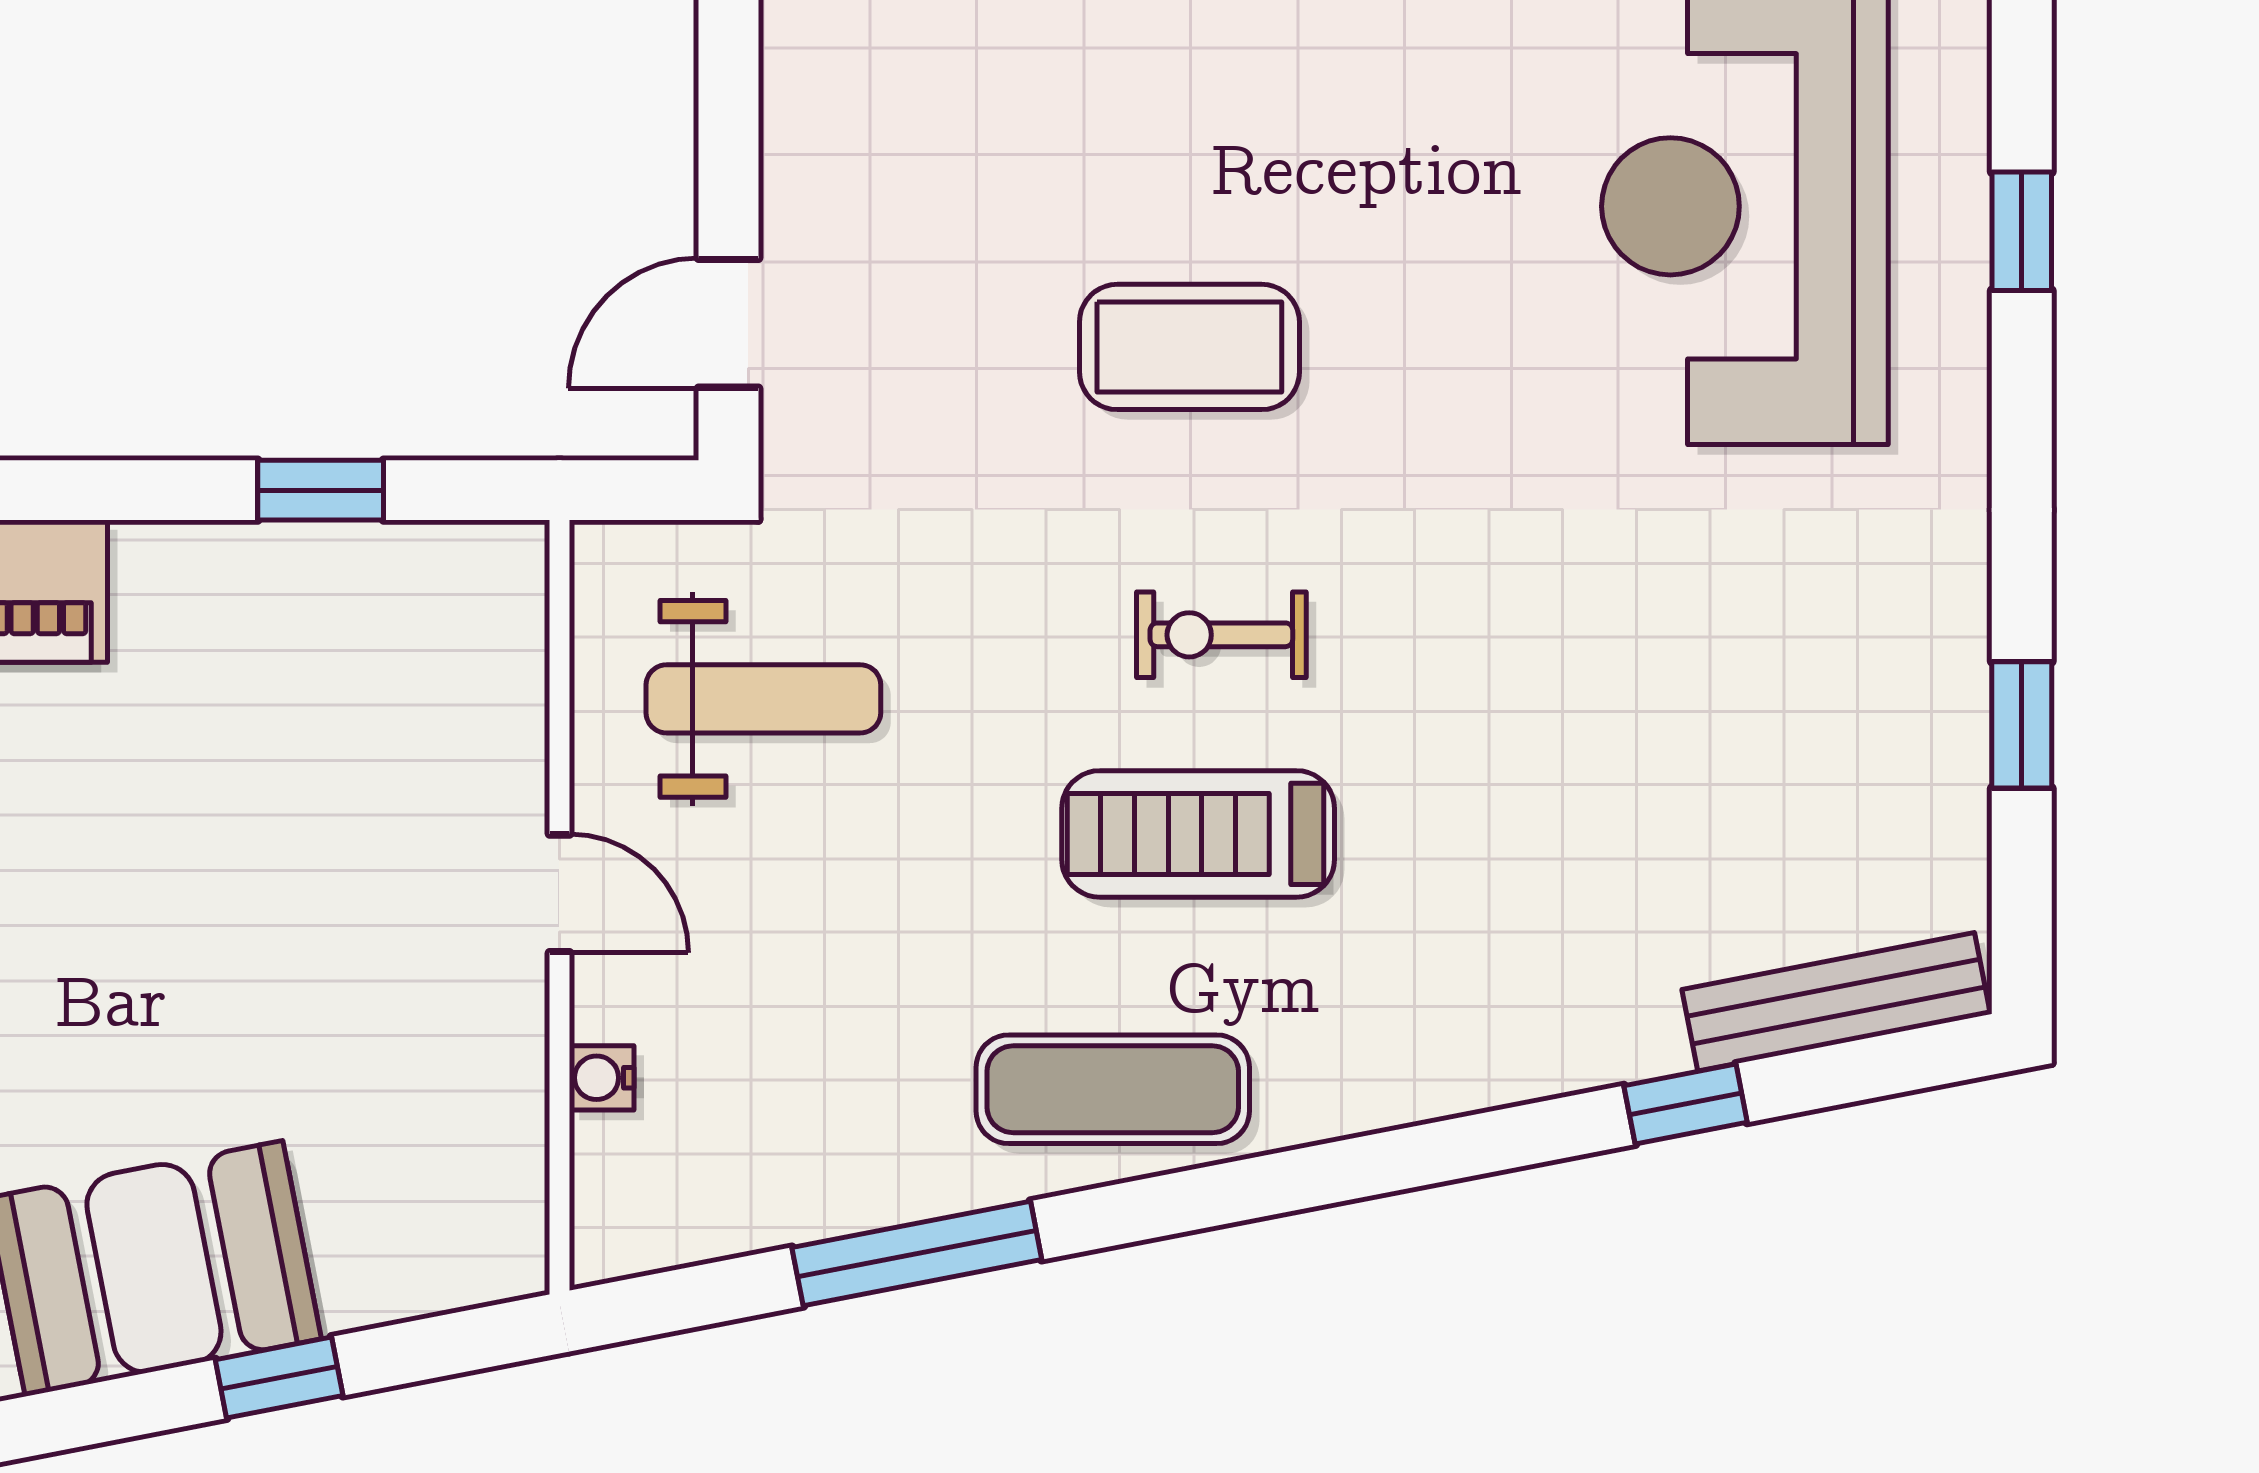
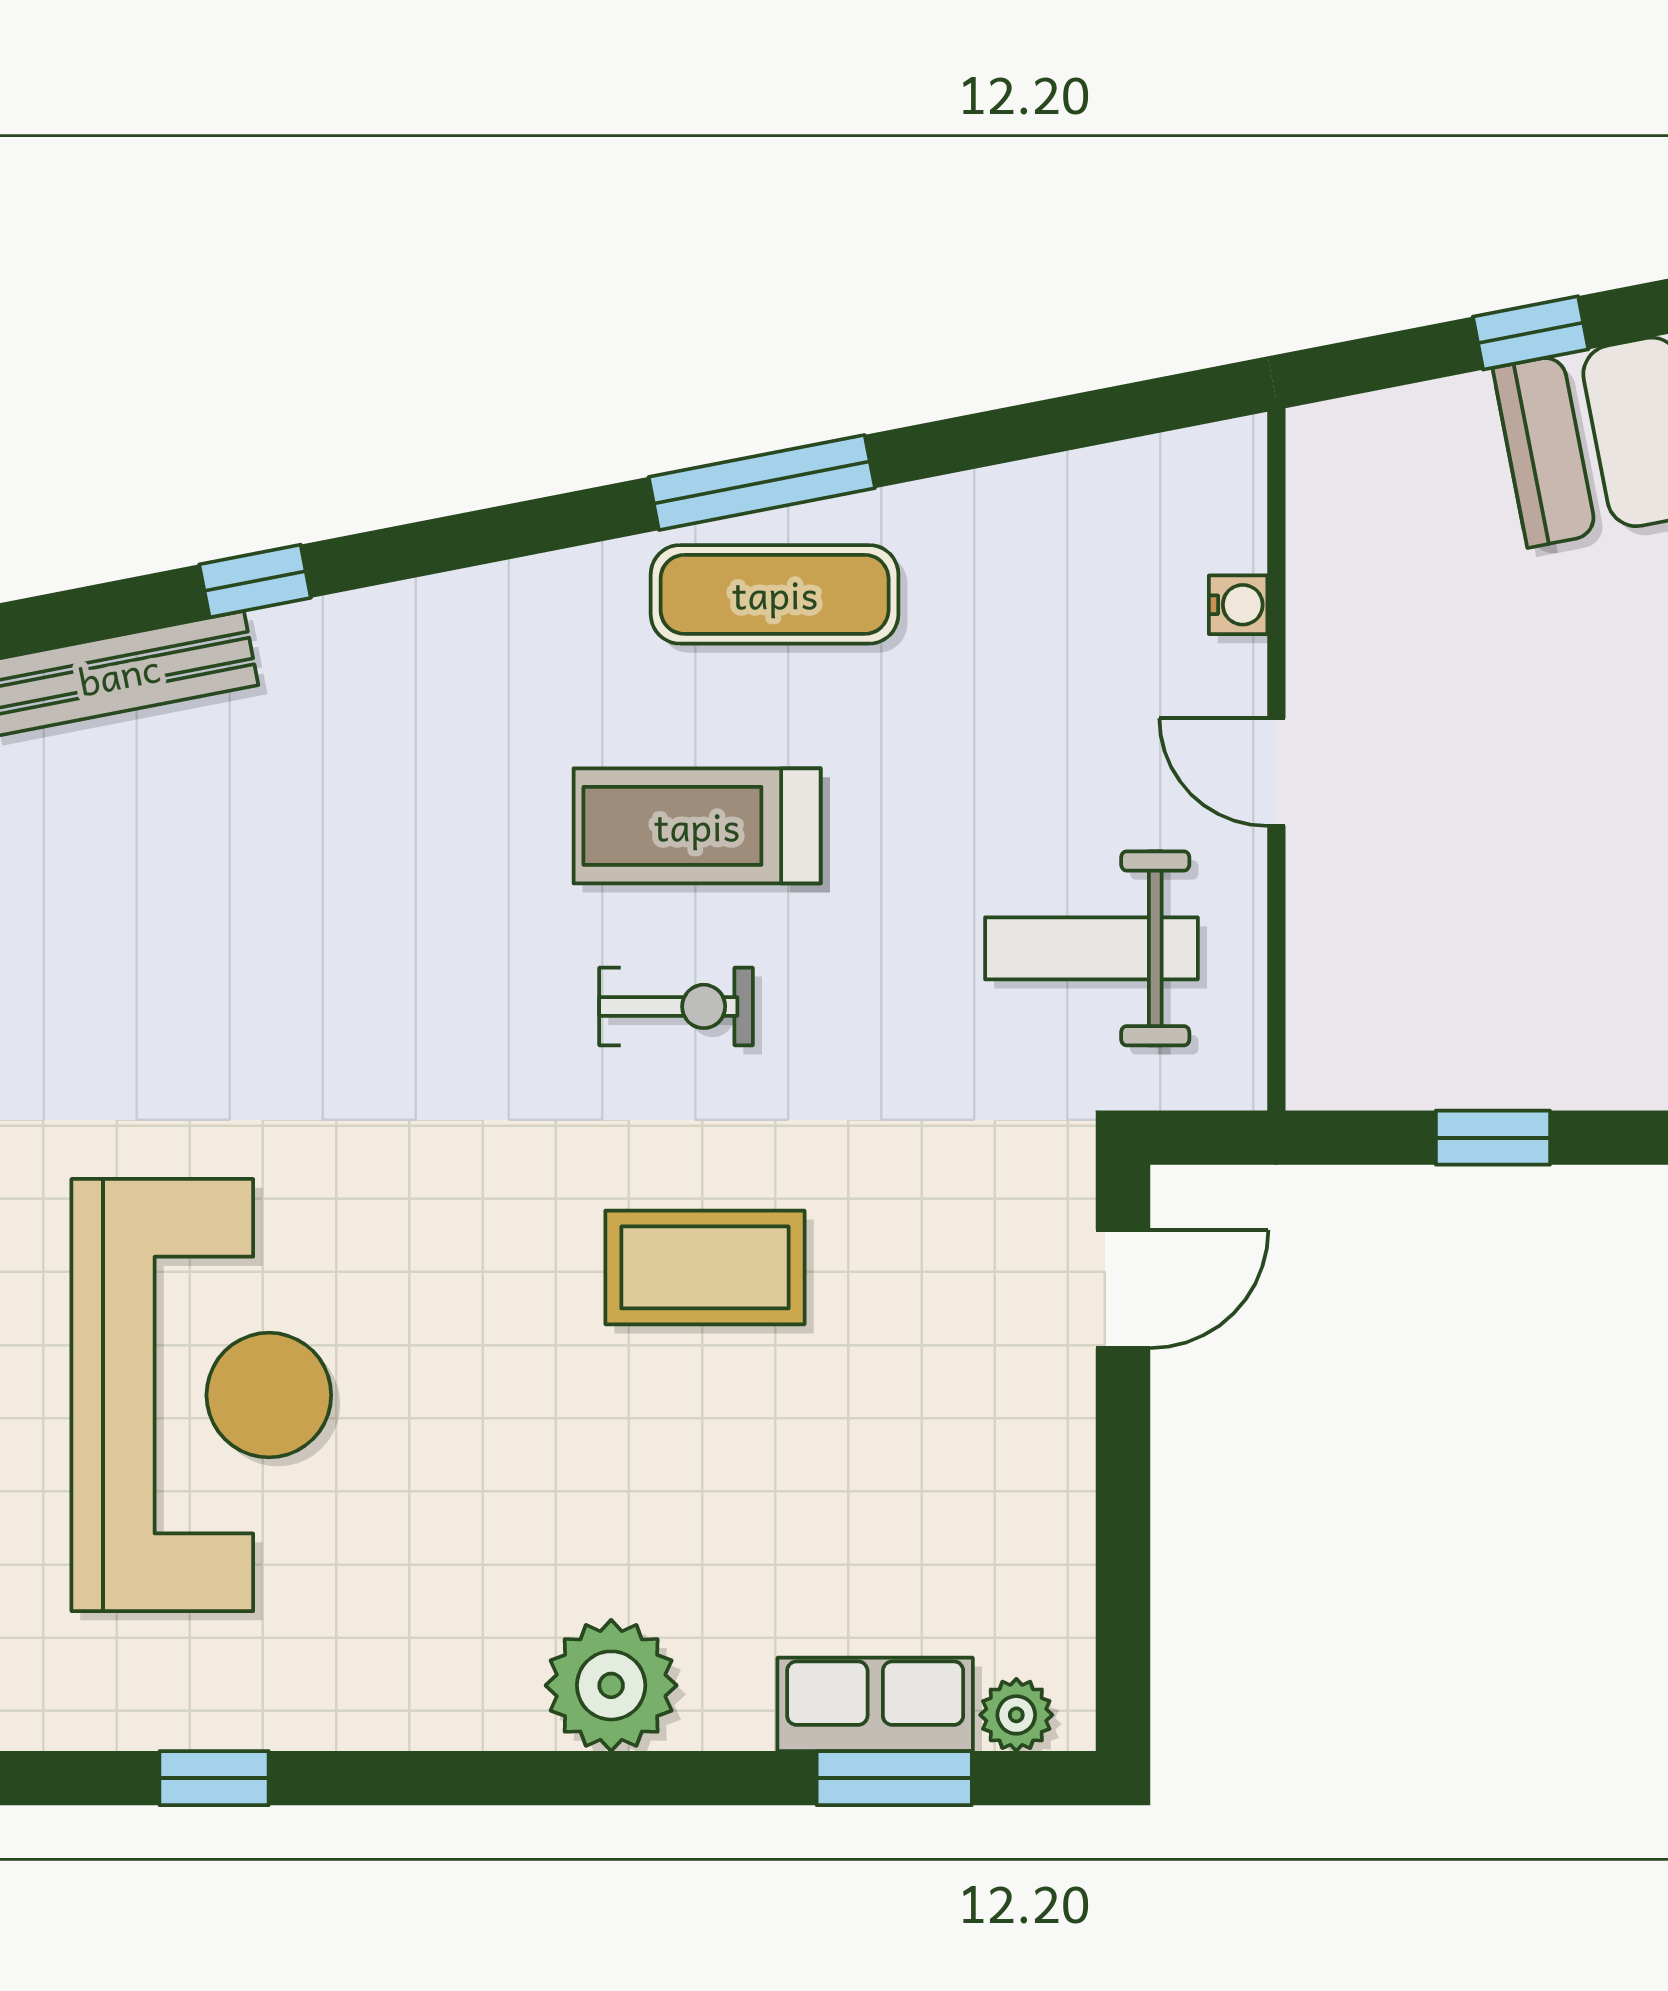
treadmill: (1198, 834) -> (697, 826), turned 180
window: (917, 1253) -> (762, 482), moved

